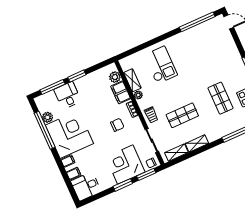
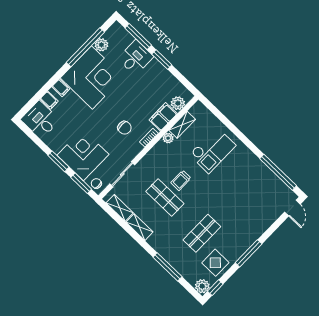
trolley: (151, 115) -> (181, 180), moved

